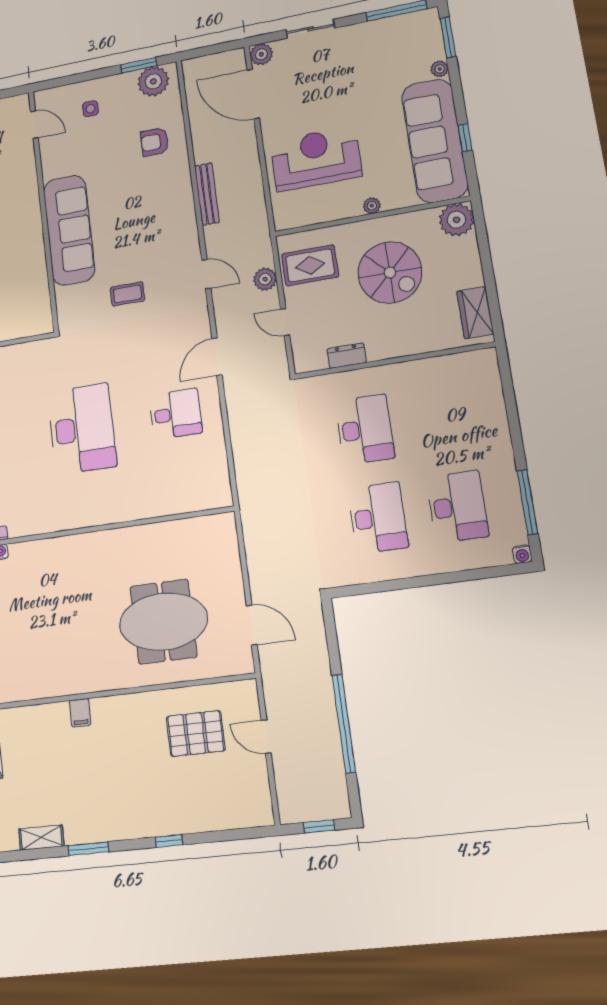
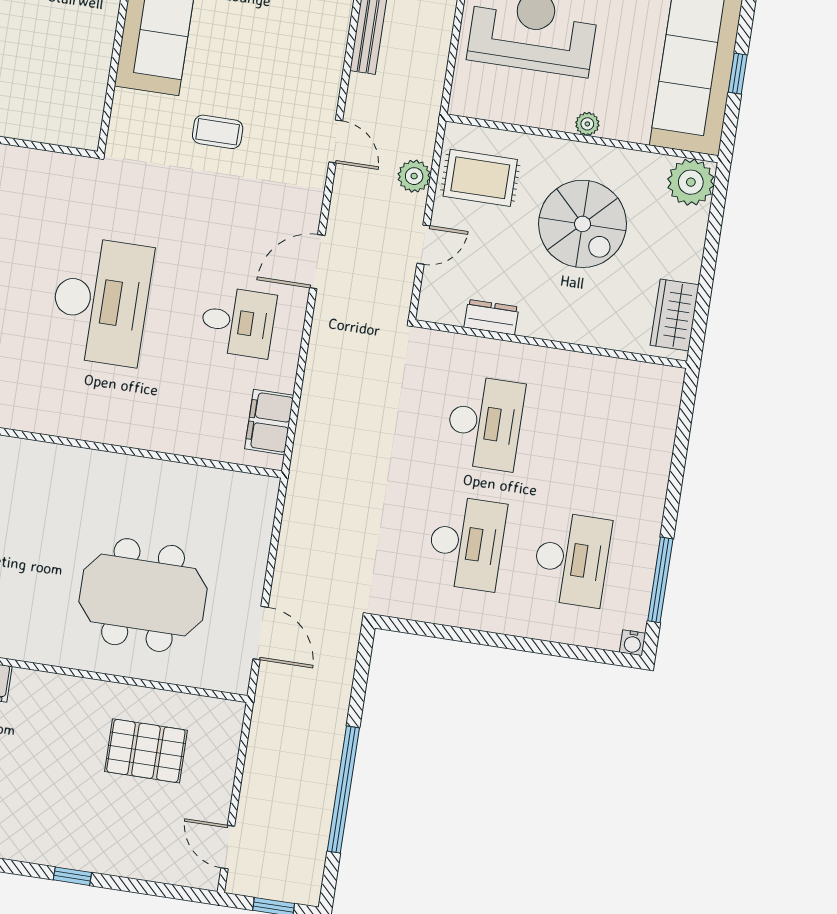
door: (285, 322) -> (424, 245), swing flipped
filing cabinet: (216, 475) -> (269, 422), added
door: (266, 737) -> (228, 847), moved

